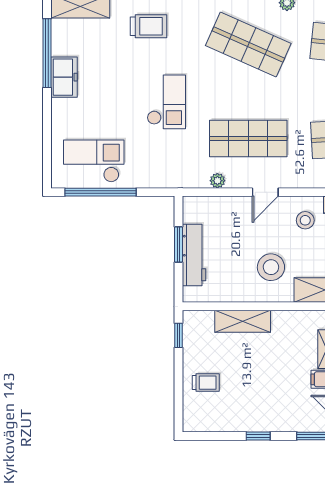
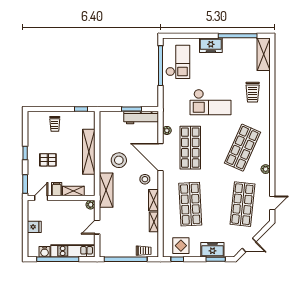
freezer: (64, 77) -> (211, 45), moved
checkout: (166, 102) -> (211, 102), width x1.36, depth x1.21
door: (265, 192) -> (160, 157), width x1.87
workbench: (194, 255) -> (141, 117), moved
shelving: (243, 321) -> (89, 152), width x1.47
pallet: (270, 395) -> (48, 160), added

